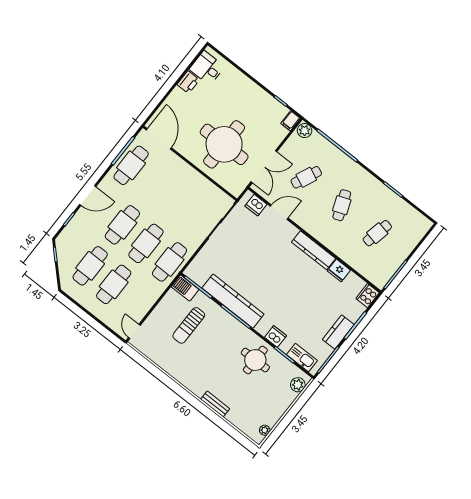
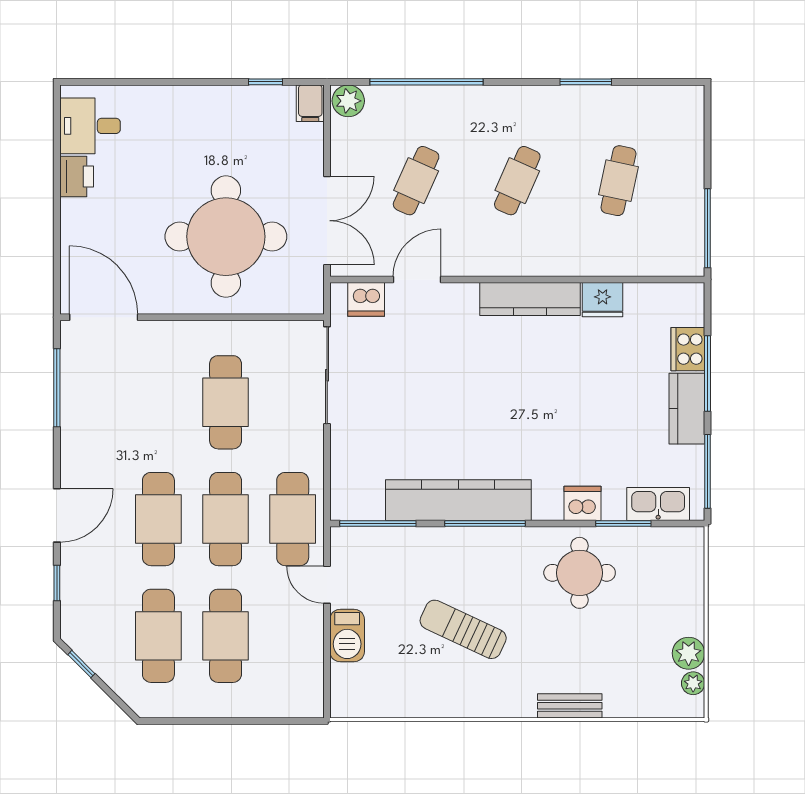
cafe table: (131, 165) -> (226, 402), moved
cafe table: (342, 205) -> (517, 181), turned 45
barbecue: (185, 288) -> (347, 636), moved, turned -90
cooker: (368, 296) -> (688, 349), moved
sun lounger: (189, 325) -> (463, 629), moved, turned 115
door: (134, 331) -> (327, 585), moved
plant: (298, 385) -> (689, 653), moved

